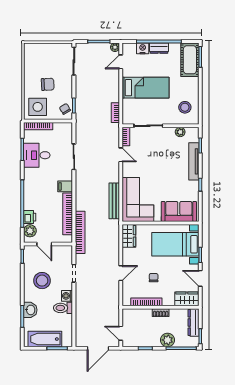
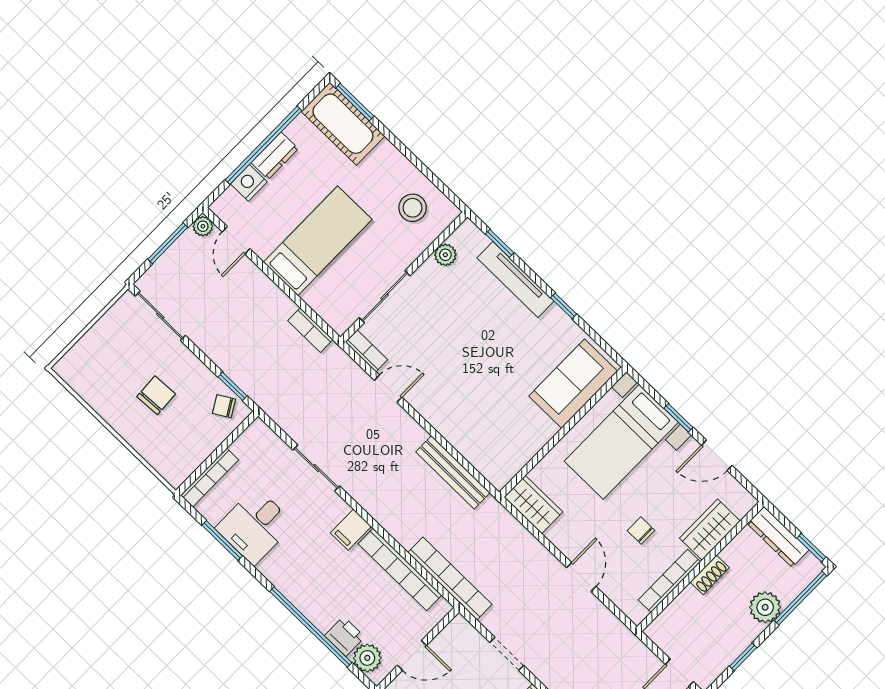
side table: (38, 107) -> (177, 448), removed
corner sofa: (138, 199) -> (488, 432), removed
wardrobe: (187, 299) -> (710, 530), moved

